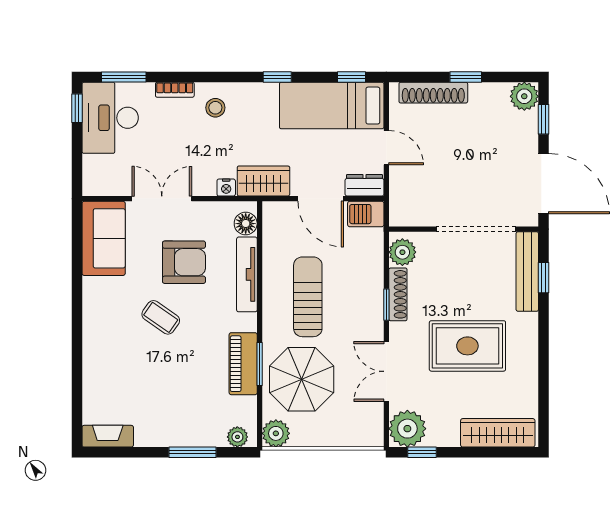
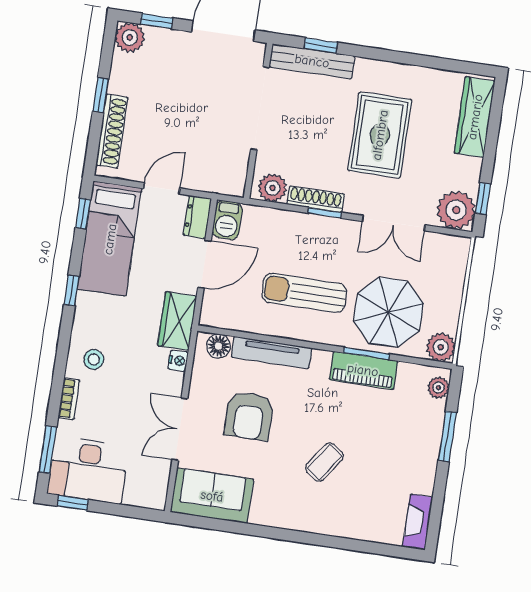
armchair: (184, 262) -> (249, 416), turned 180
coffee table: (161, 317) -> (325, 462), moved

